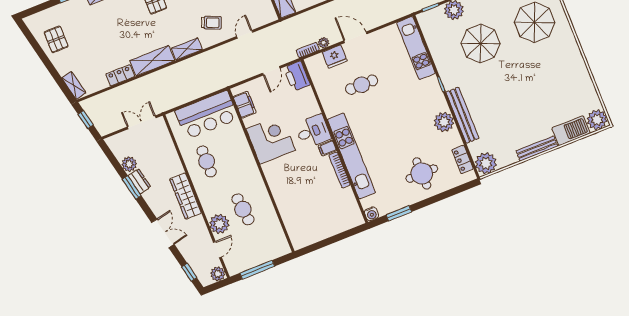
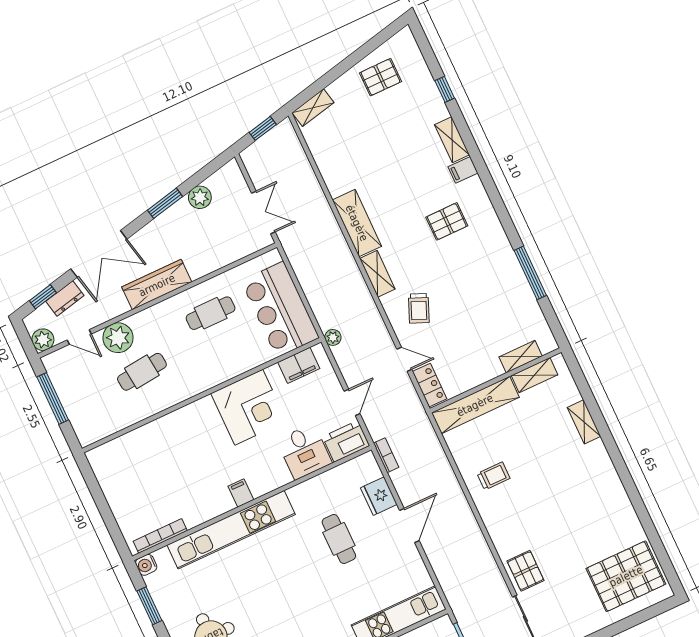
plant: (324, 43) -> (333, 337), moved
door: (271, 71) -> (352, 402), swing flipped
locker: (120, 75) -> (430, 385), moved
desk: (313, 131) -> (304, 452), moved
bookcase: (340, 170) -> (160, 536), moved
dresser: (139, 181) -> (65, 298), moved
double door: (163, 233) -> (99, 254), width x1.37

